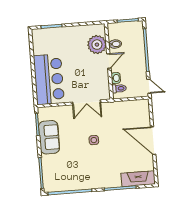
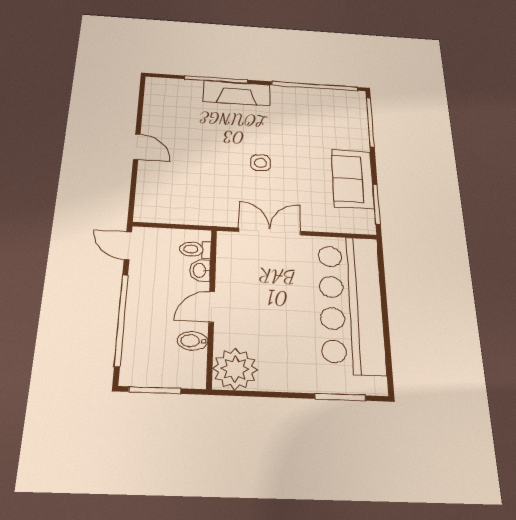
plant: (97, 45) -> (235, 369), moved
bar counter: (49, 79) -> (351, 303), width x1.36
door: (153, 141) -> (137, 147), width x0.53
fireplace: (138, 179) -> (237, 93), moved

